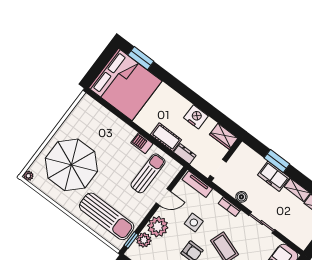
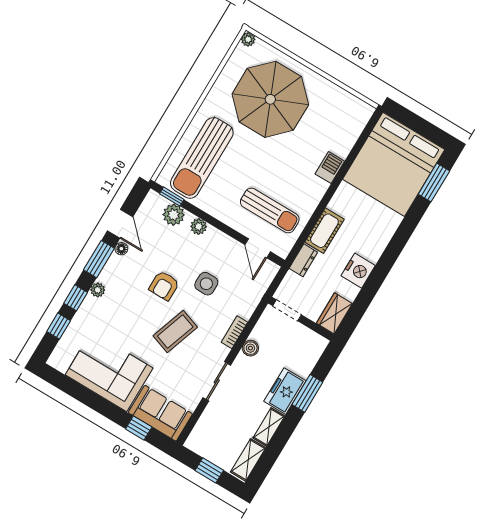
barbecue: (142, 143) -> (330, 168), moved
tv unit: (197, 184) -> (262, 283), removed
door: (163, 197) -> (258, 248), moved
plant: (158, 227) -> (199, 227), width x0.53, depth x0.53

